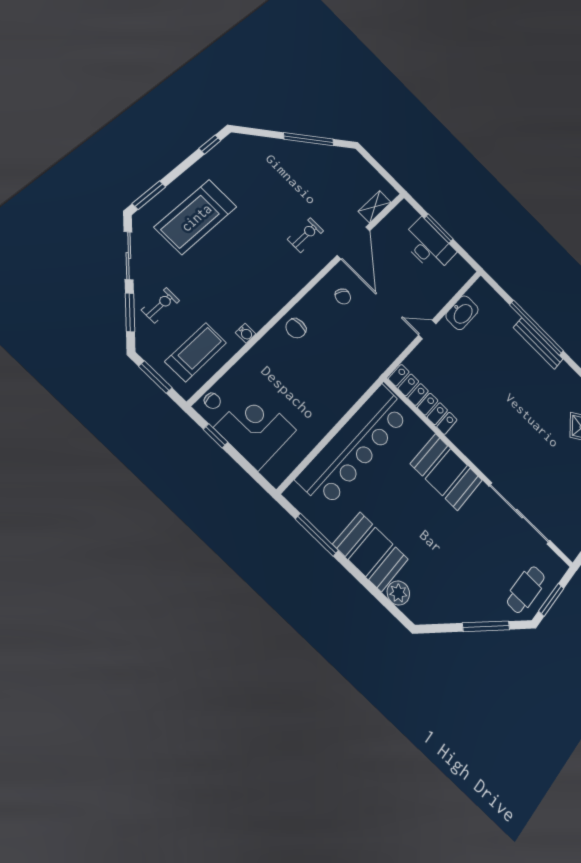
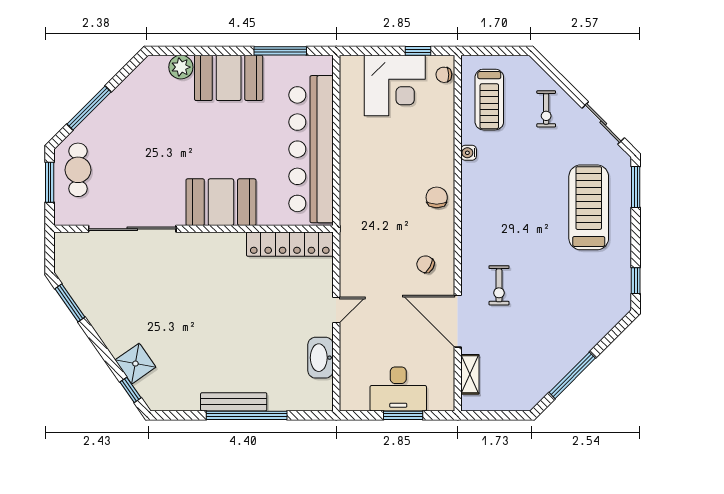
window: (130, 312) -> (561, 81), removed
window: (155, 377) -> (499, 51), removed

